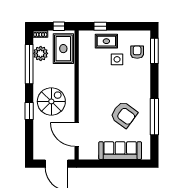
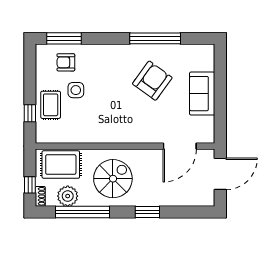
window: (59, 26) -> (30, 185), moved
spiral stairs: (51, 101) -> (113, 179), moved, turned 90
sofa: (120, 151) -> (202, 94), width x0.73

